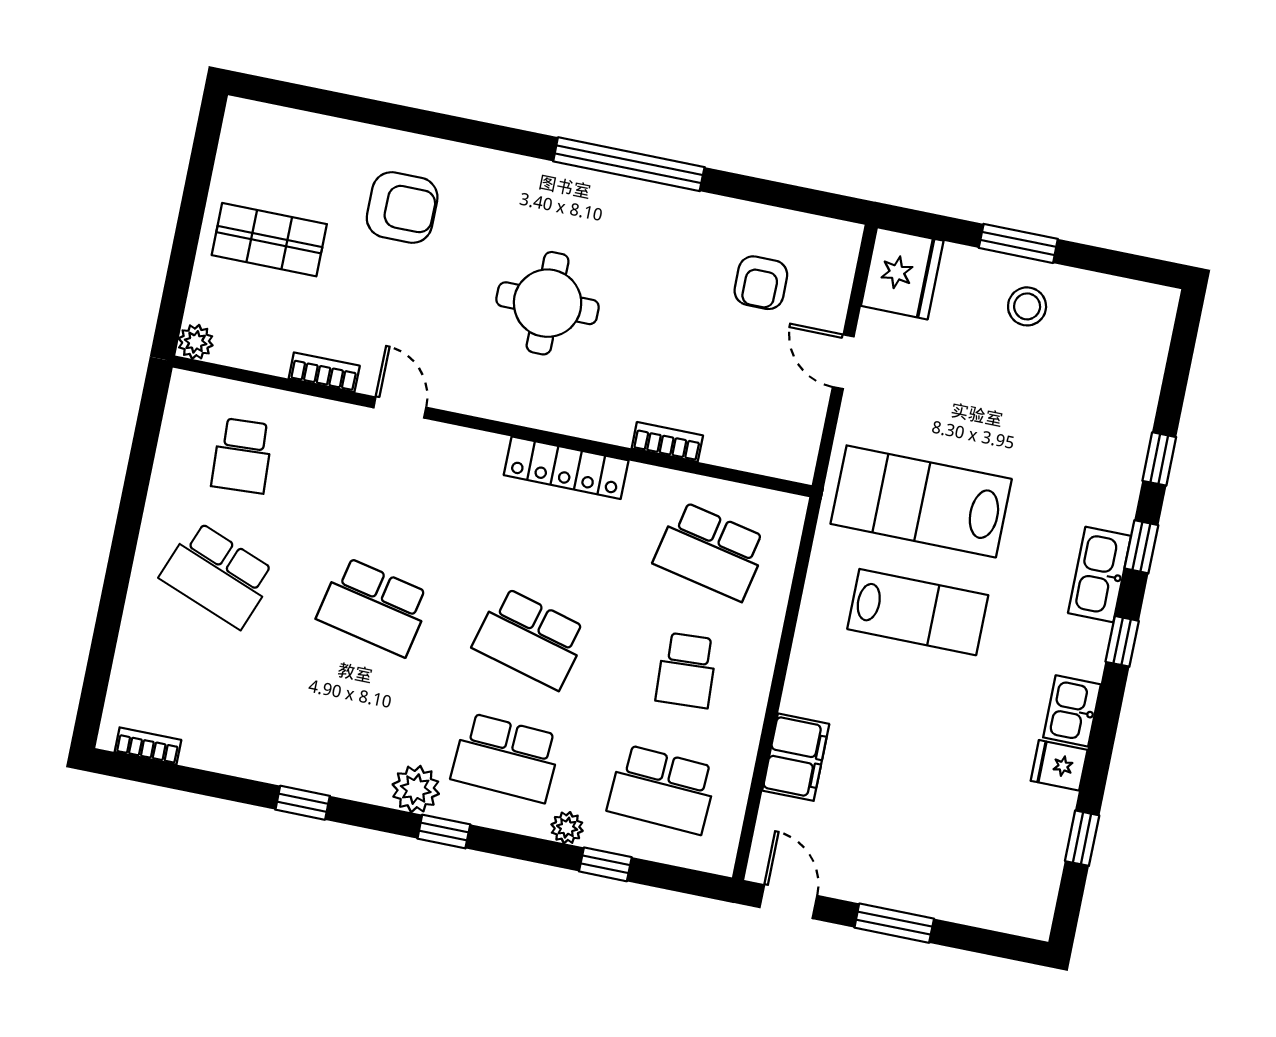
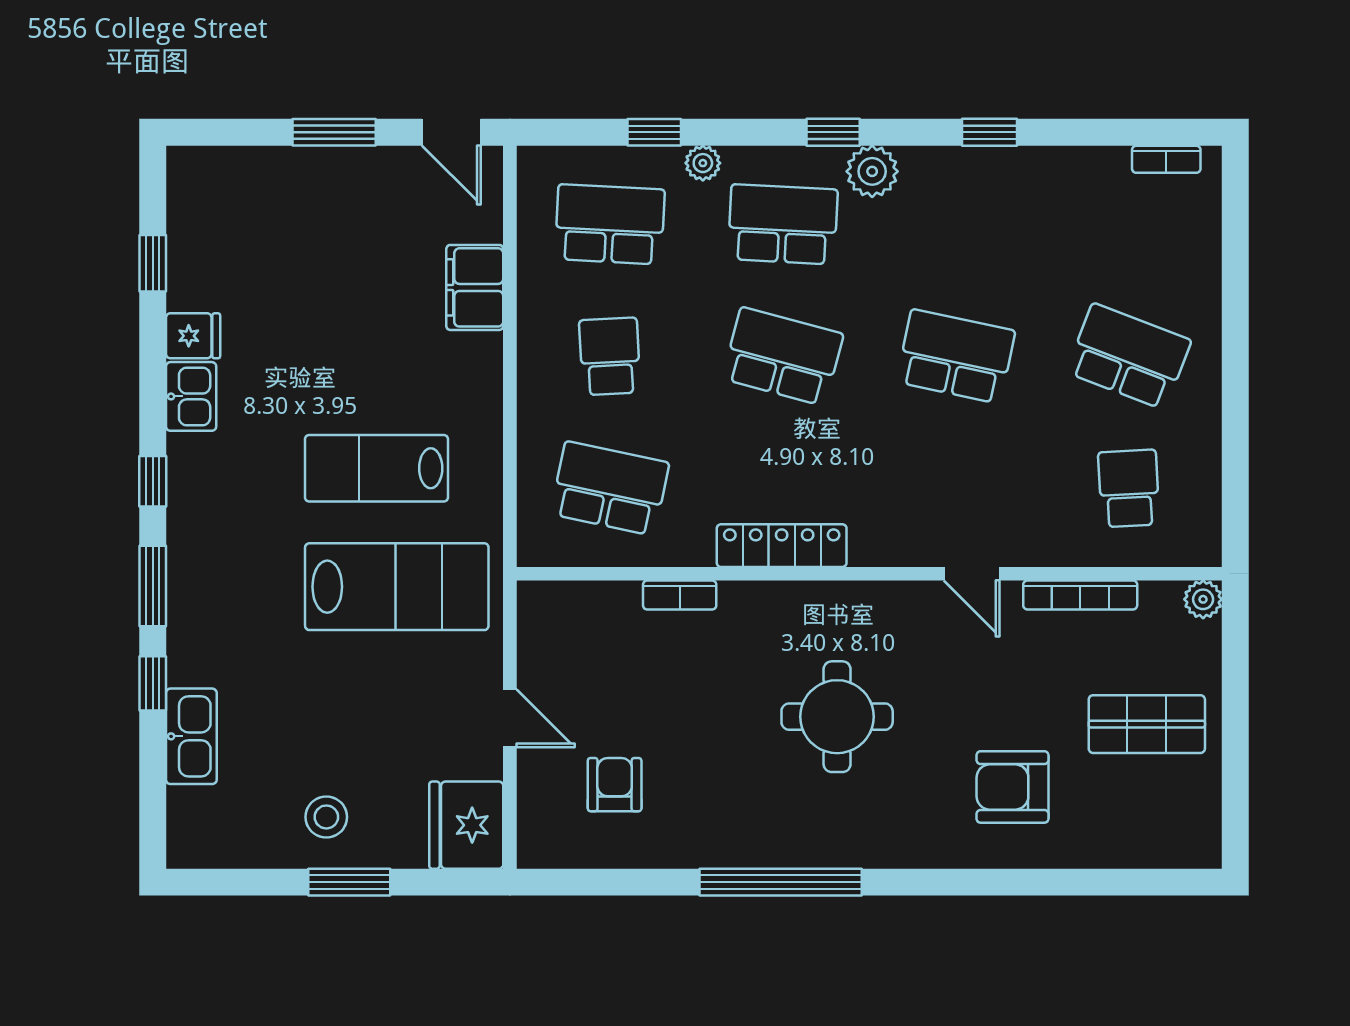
bookcase: (324, 372) -> (1080, 595), width x1.56
window: (1141, 547) -> (153, 586), width x1.50
kitchen sink: (1099, 575) -> (191, 736), moved

